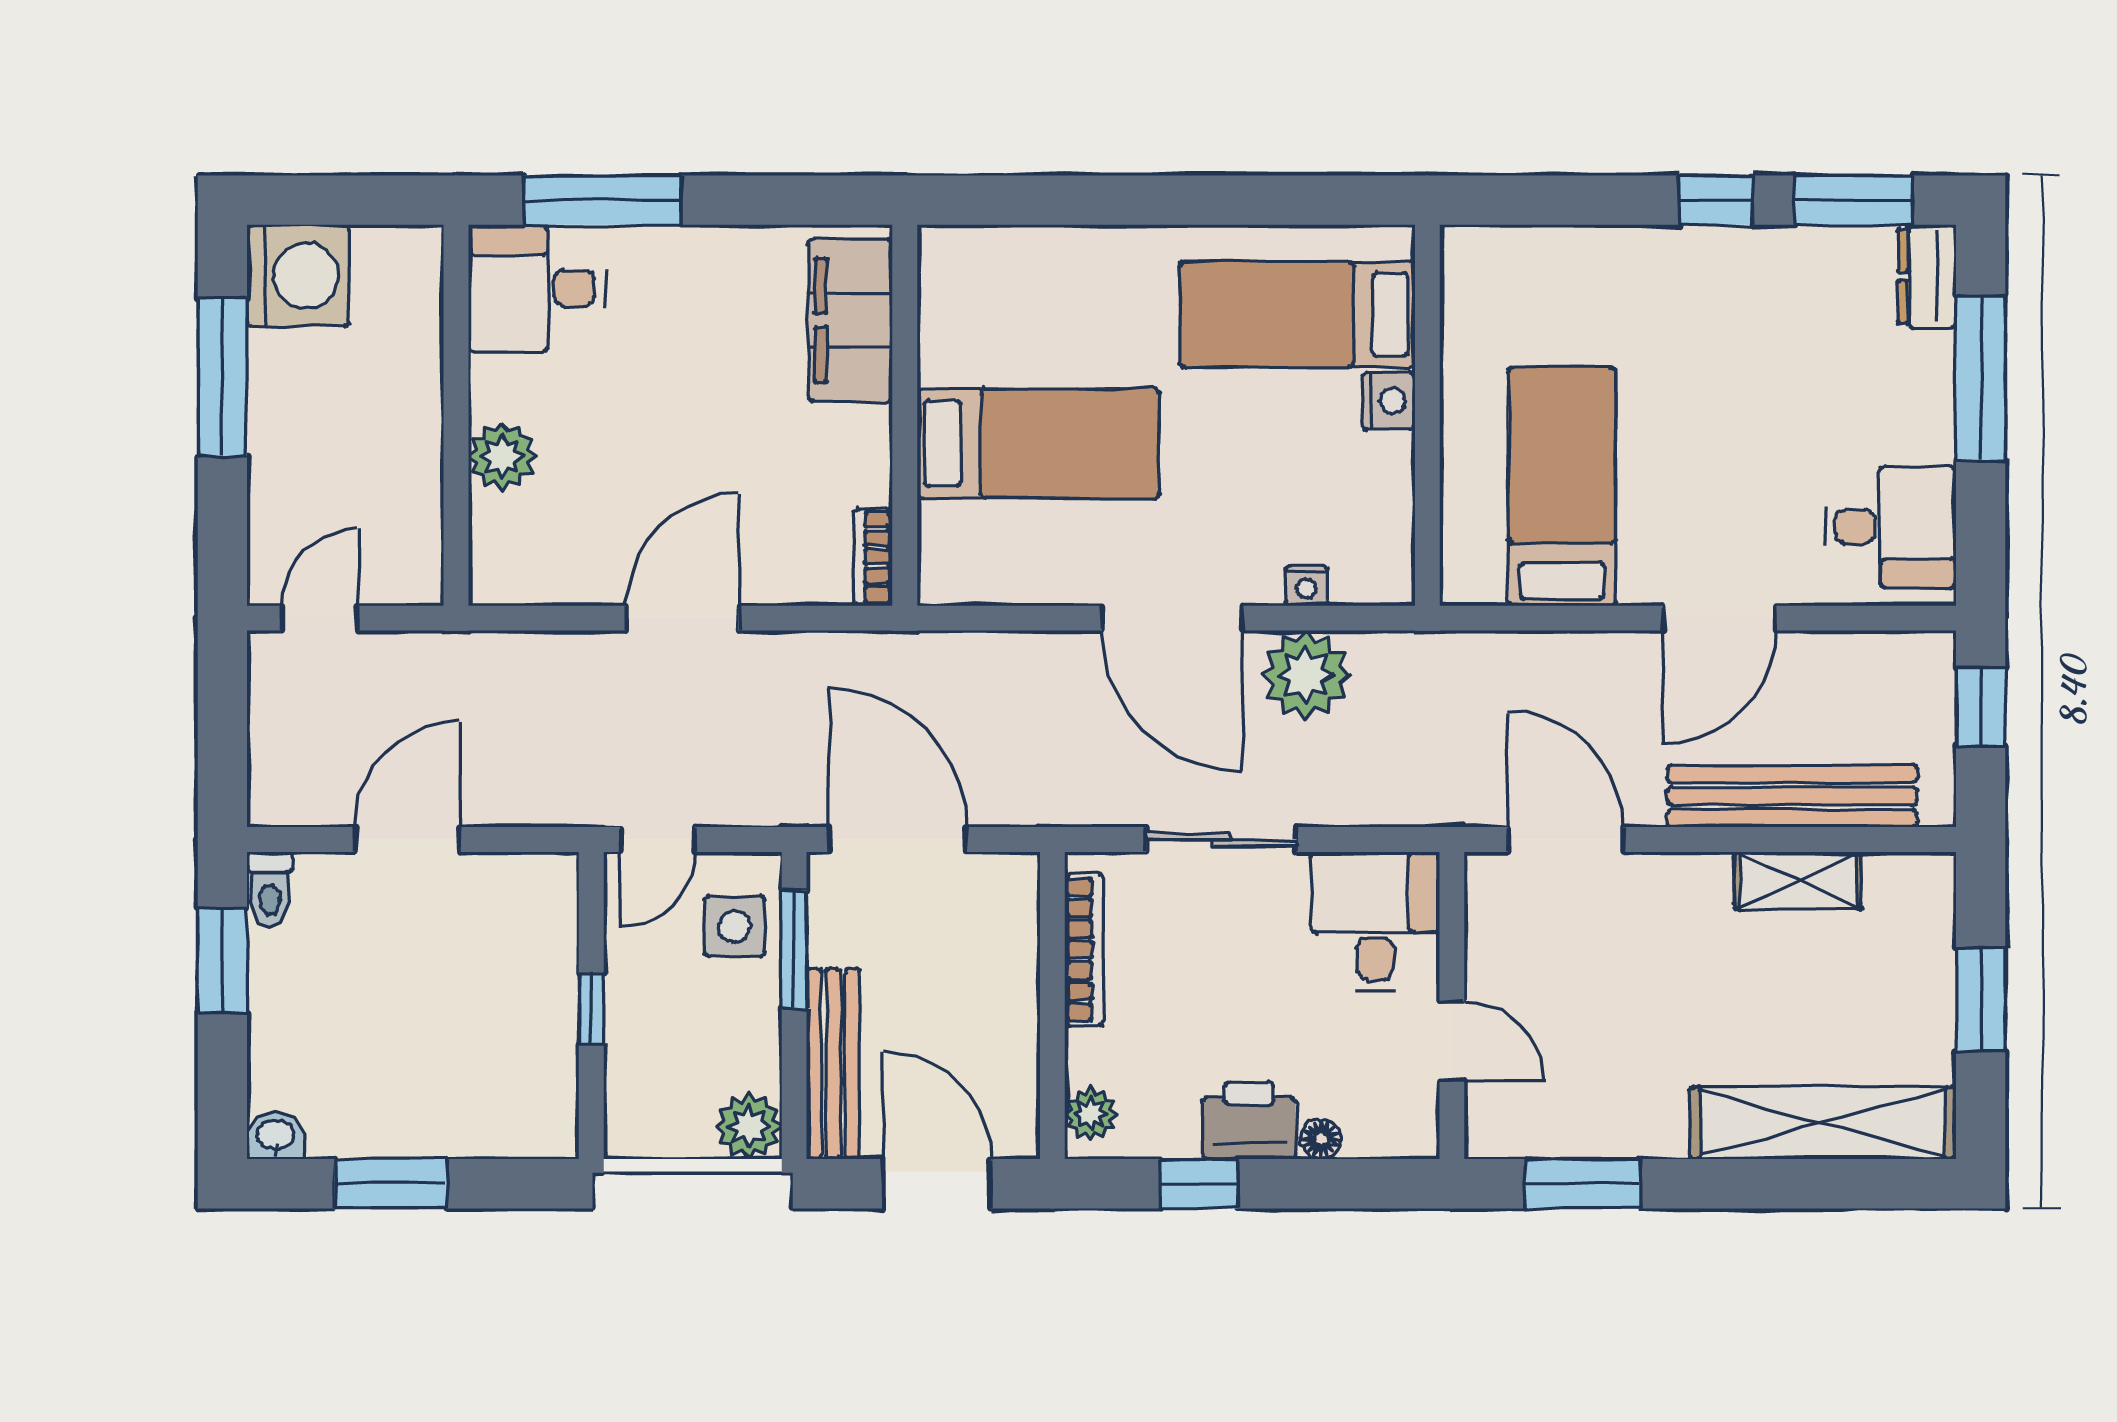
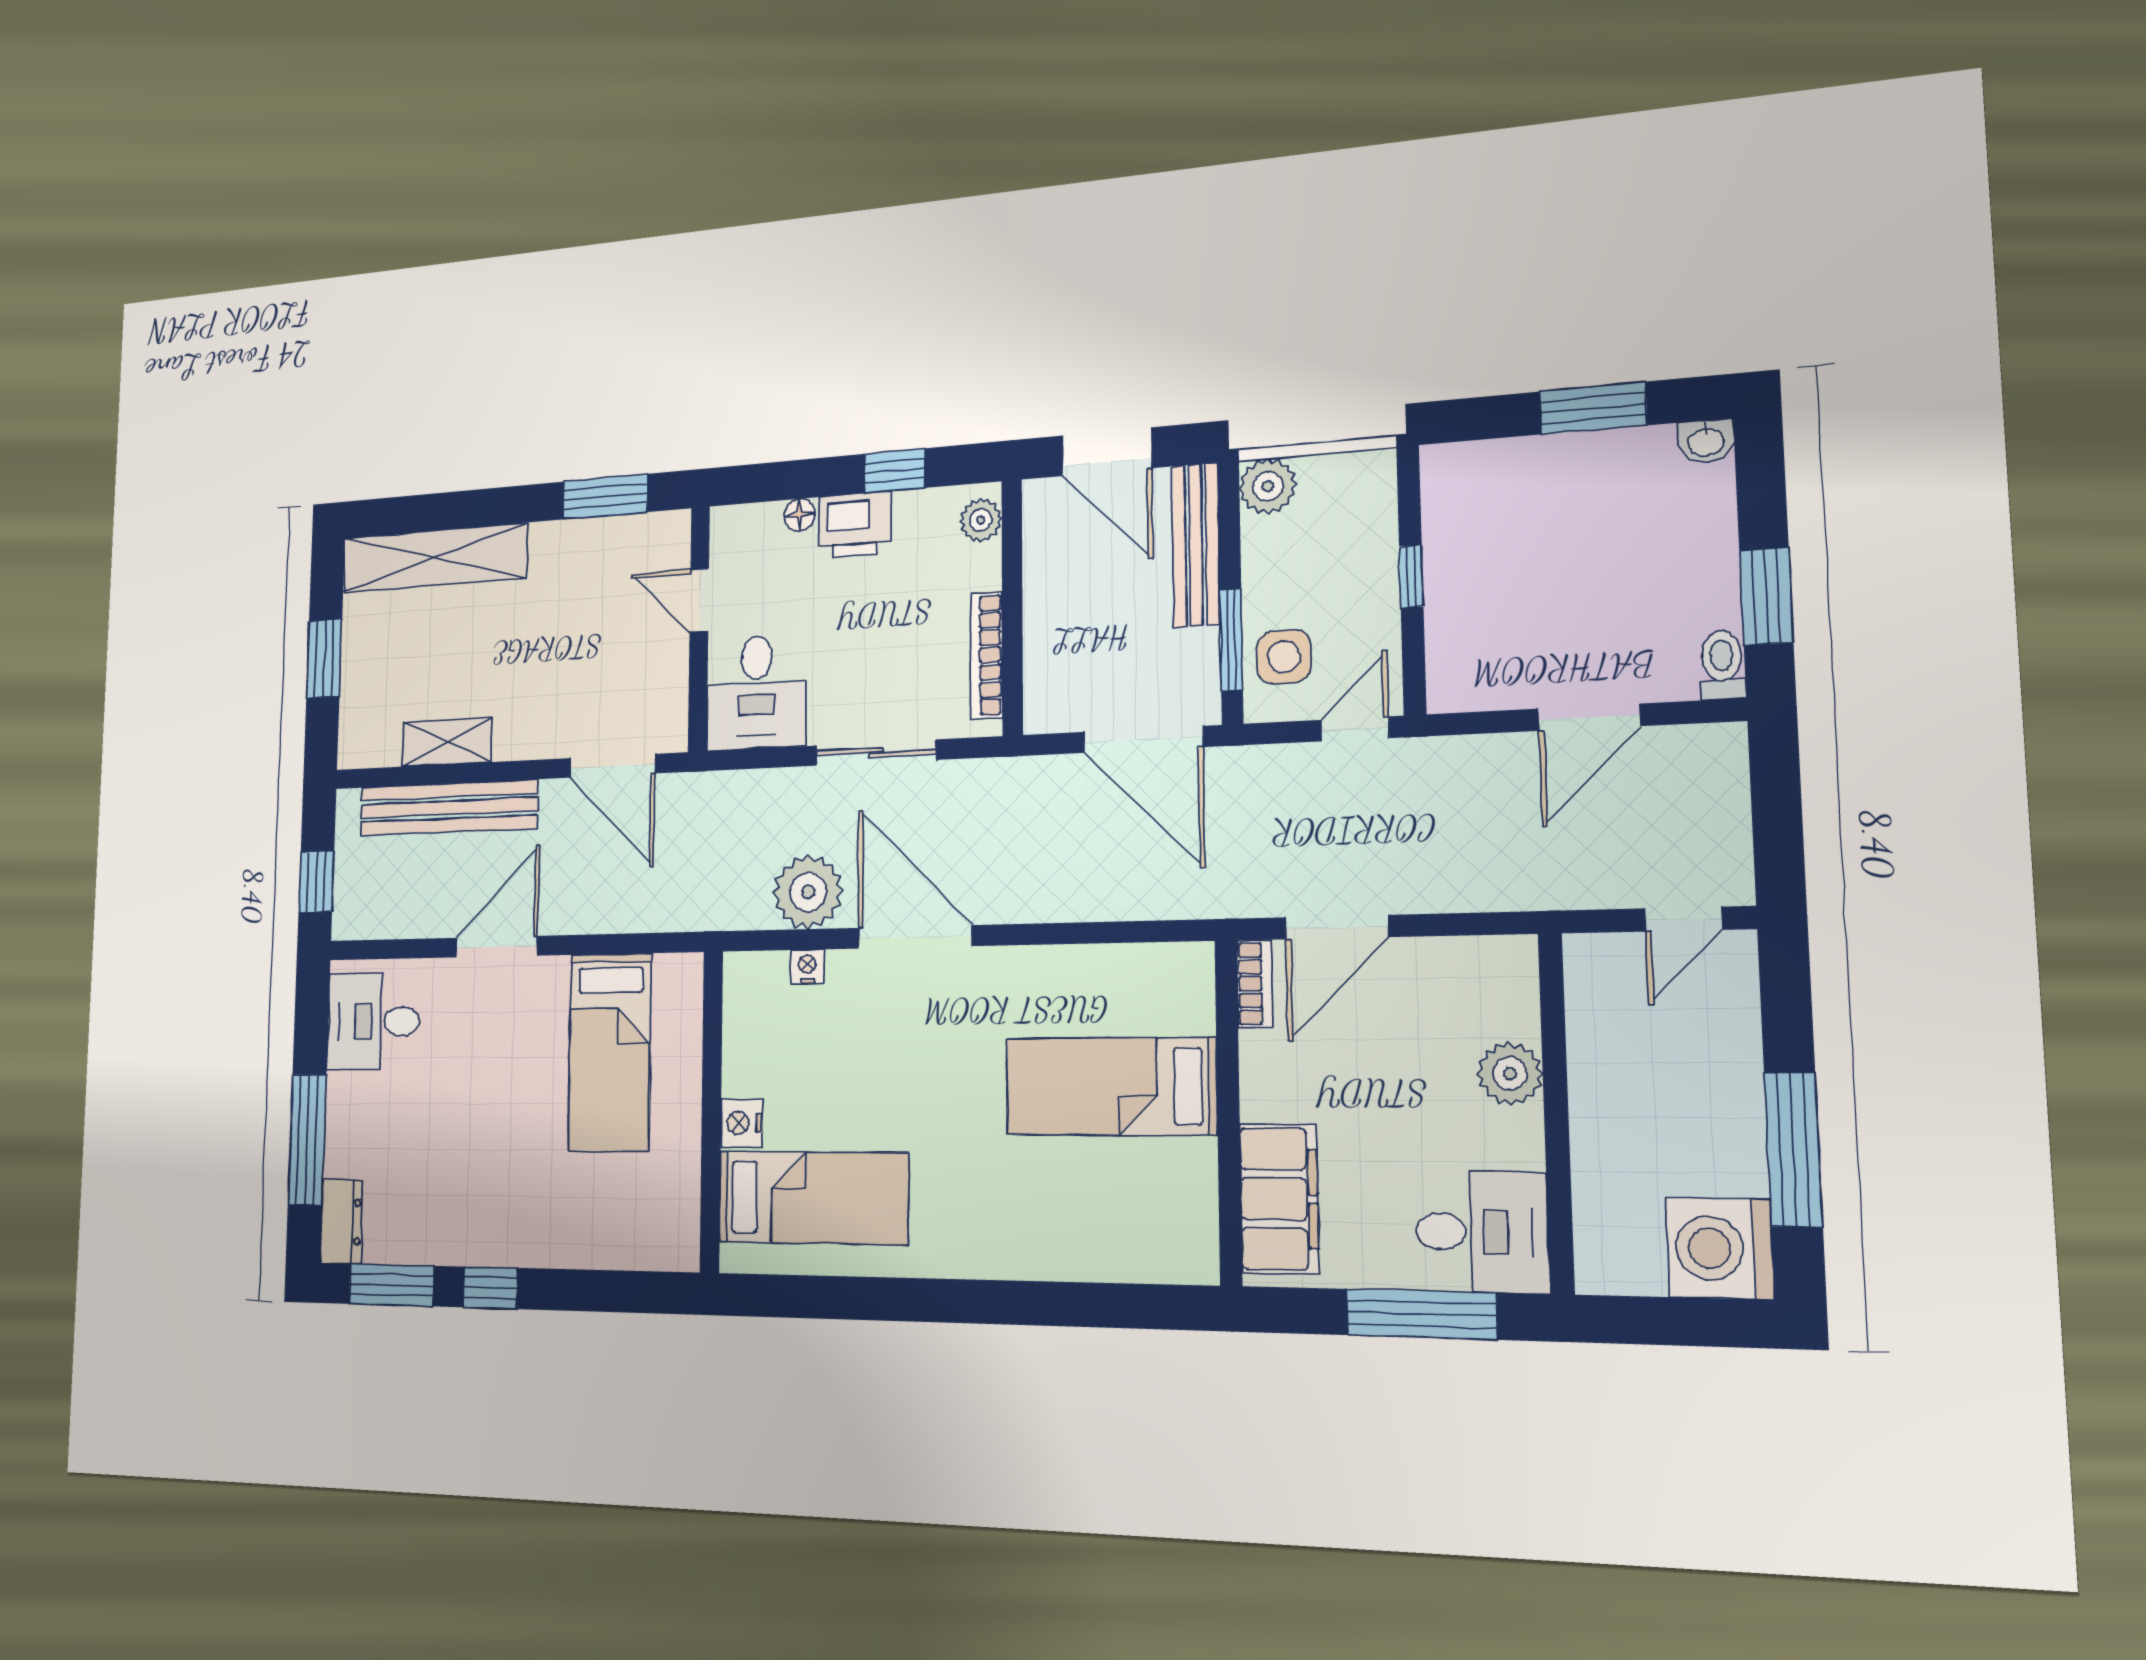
filing cabinet: (850, 320) -> (1279, 1199), moved
wall: (905, 415) -> (1228, 1112), moved
bed: (1038, 443) -> (1110, 1087), moved
bookcase: (873, 557) -> (1255, 984), moved

